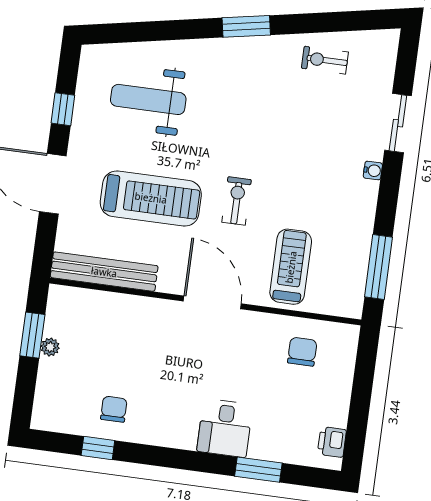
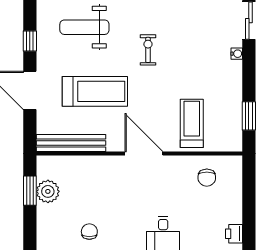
exercise bike: (237, 201) -> (148, 50), moved
window: (378, 267) -> (249, 116), width x0.69
plant: (50, 347) -> (48, 191), width x1.87, depth x1.87
chair: (302, 352) -> (207, 178), turned 180

